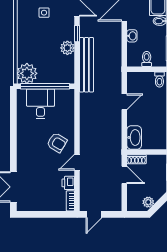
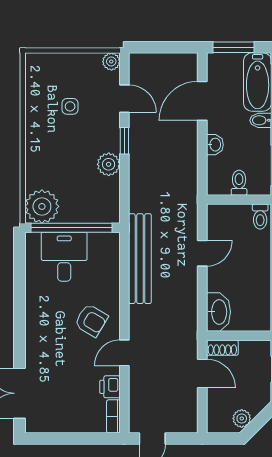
bench: (86, 65) -> (140, 259), moved

